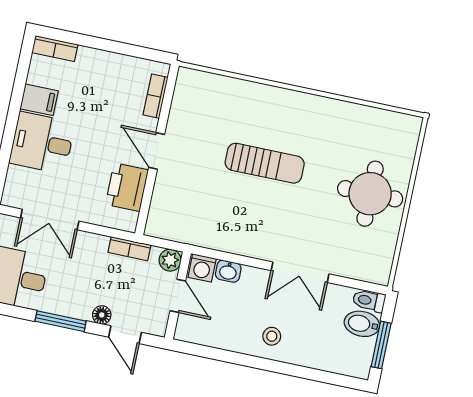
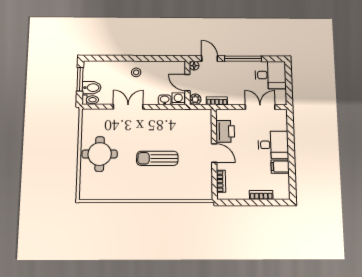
bookcase: (55, 49) -> (261, 195), moved
floor lamp: (102, 315) -> (194, 66), moved
window: (61, 321) -> (243, 59), width x1.44

